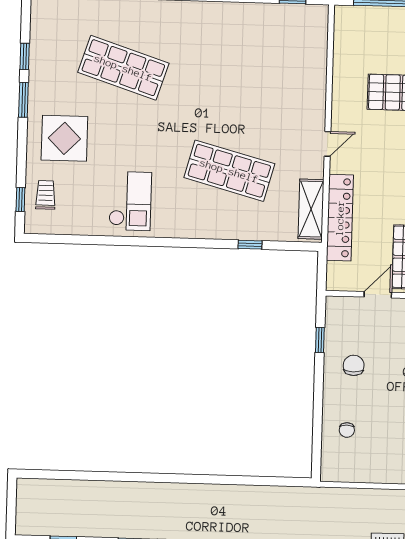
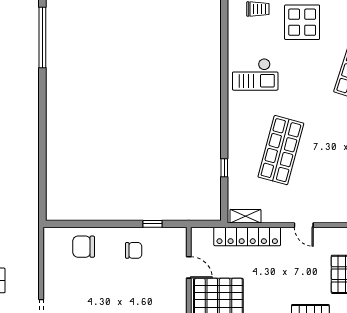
shelving: (311, 209) -> (245, 216), width x0.67, depth x0.75
chair: (347, 430) -> (84, 247), width x1.87, depth x1.87
window: (74, 475) -> (42, 38), added

